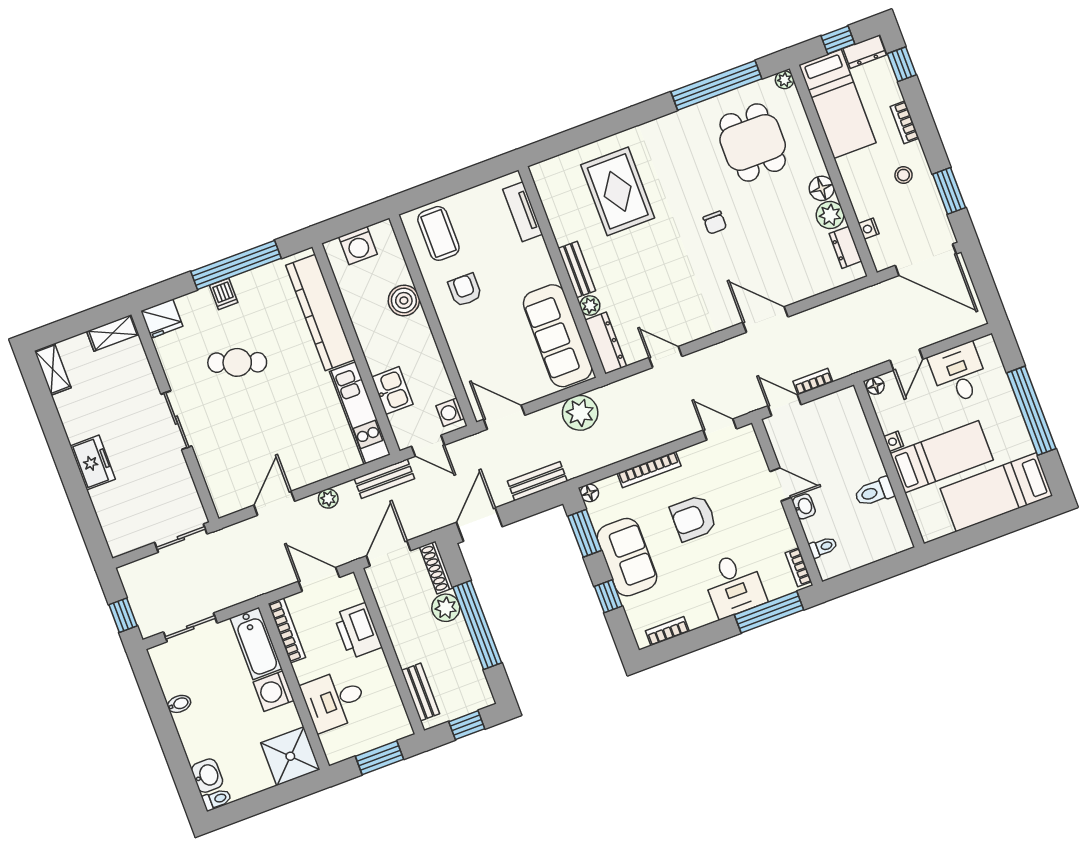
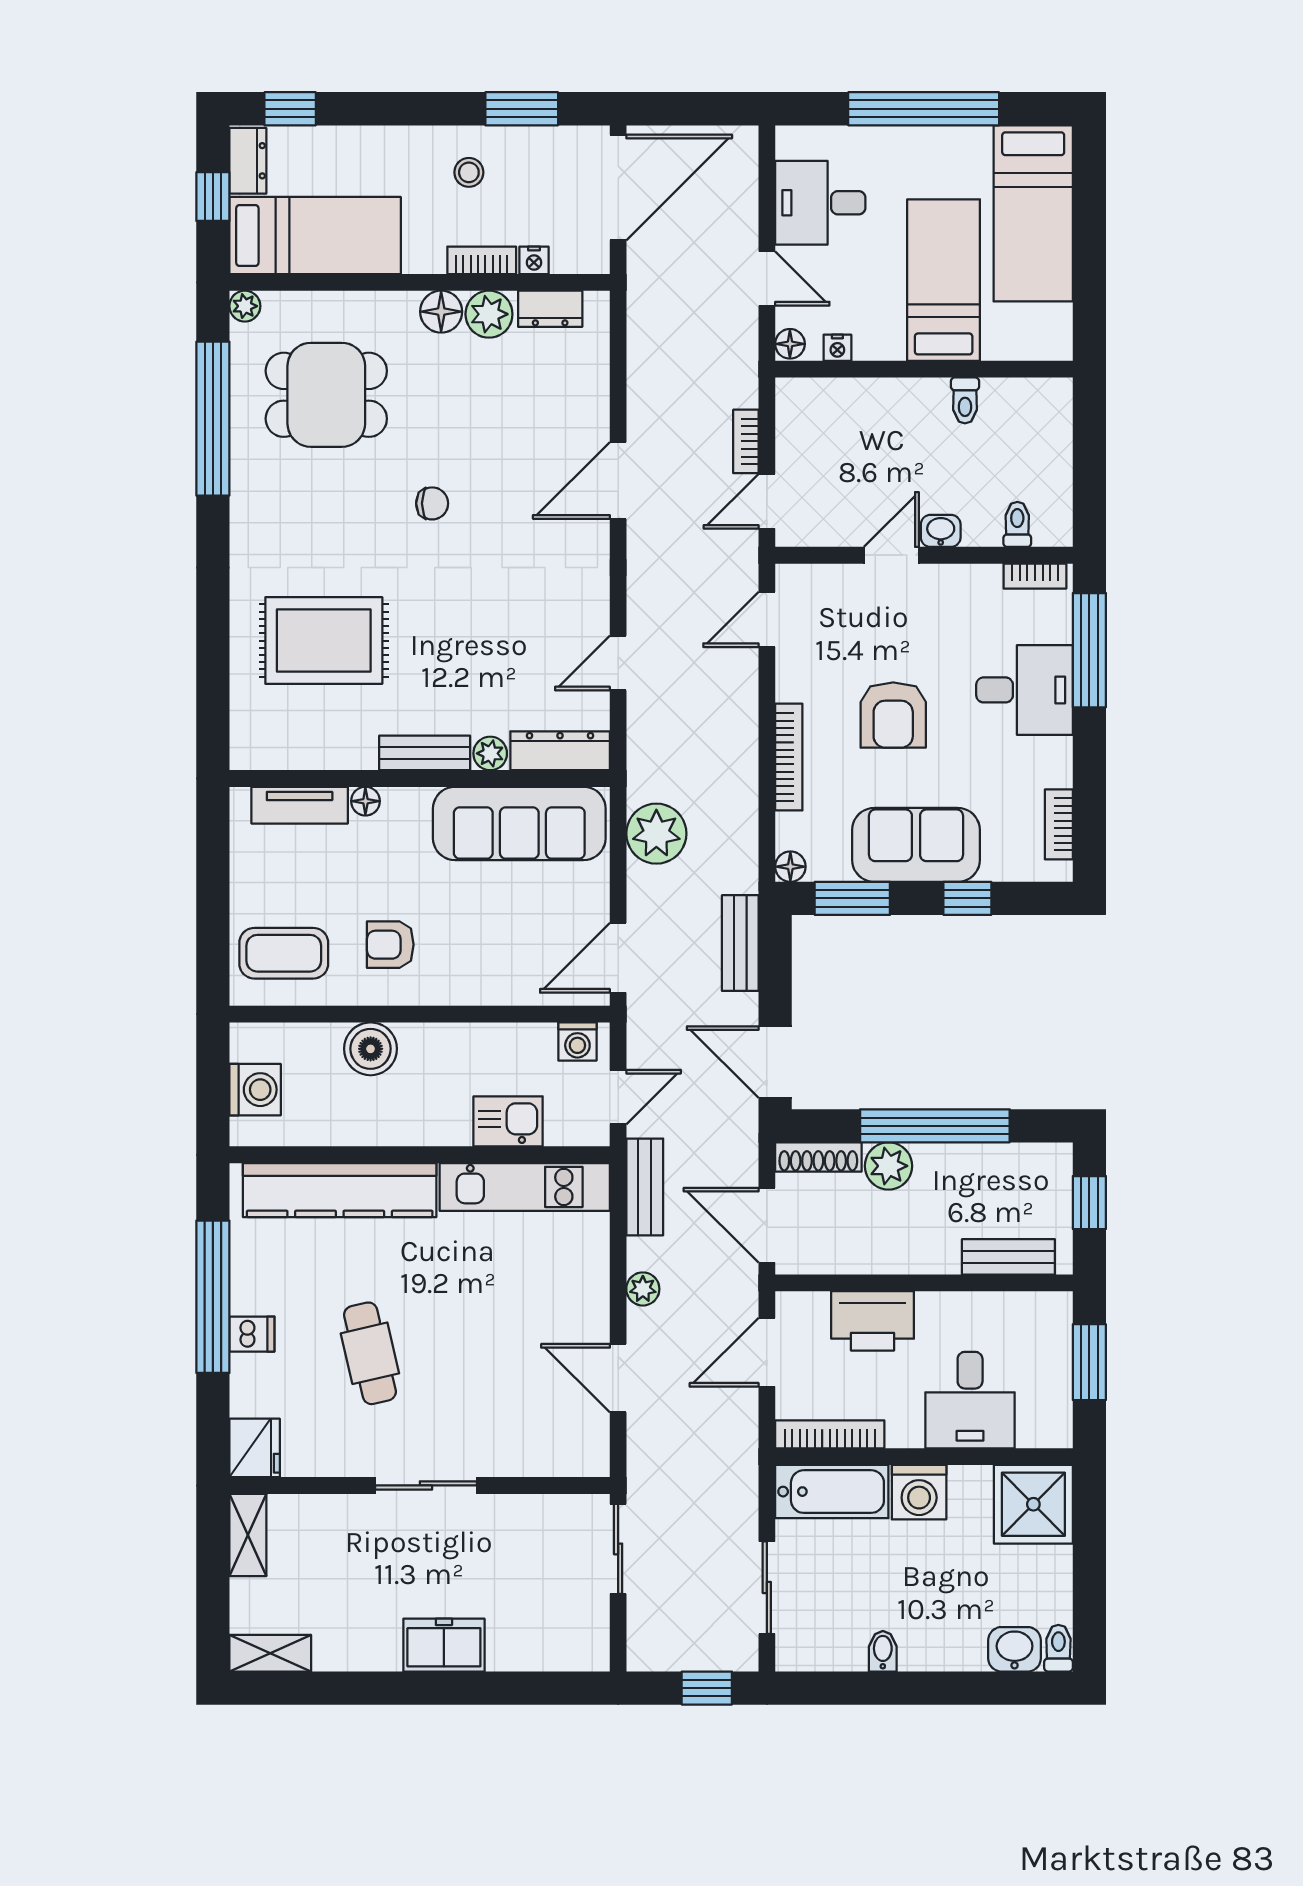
bookcase: (905, 122) -> (482, 260), moved, turned 180
floor lamp: (538, 247) -> (365, 801), added
cafe table: (237, 362) -> (370, 1353), turned -33
nightstand: (894, 441) -> (837, 348), moved
toilet: (874, 492) -> (965, 400), width x0.73, depth x0.72

